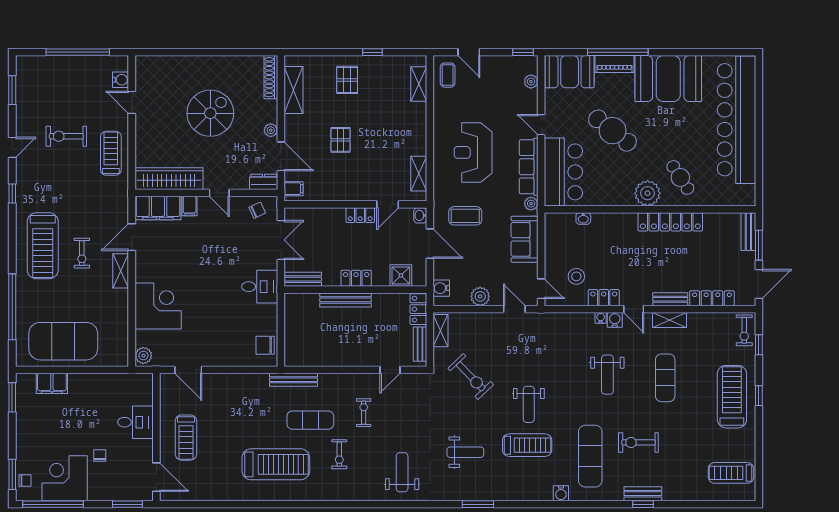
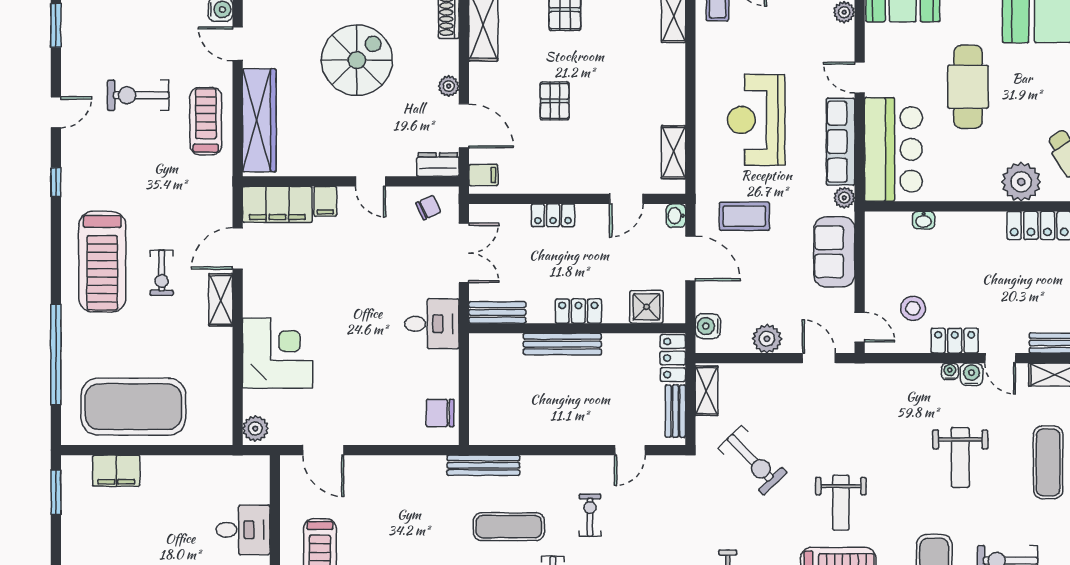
cafe table: (613, 131) -> (968, 87), turned 52
wardrobe: (169, 179) -> (259, 120), moved, turned 90
locker: (360, 215) -> (553, 215), moved

